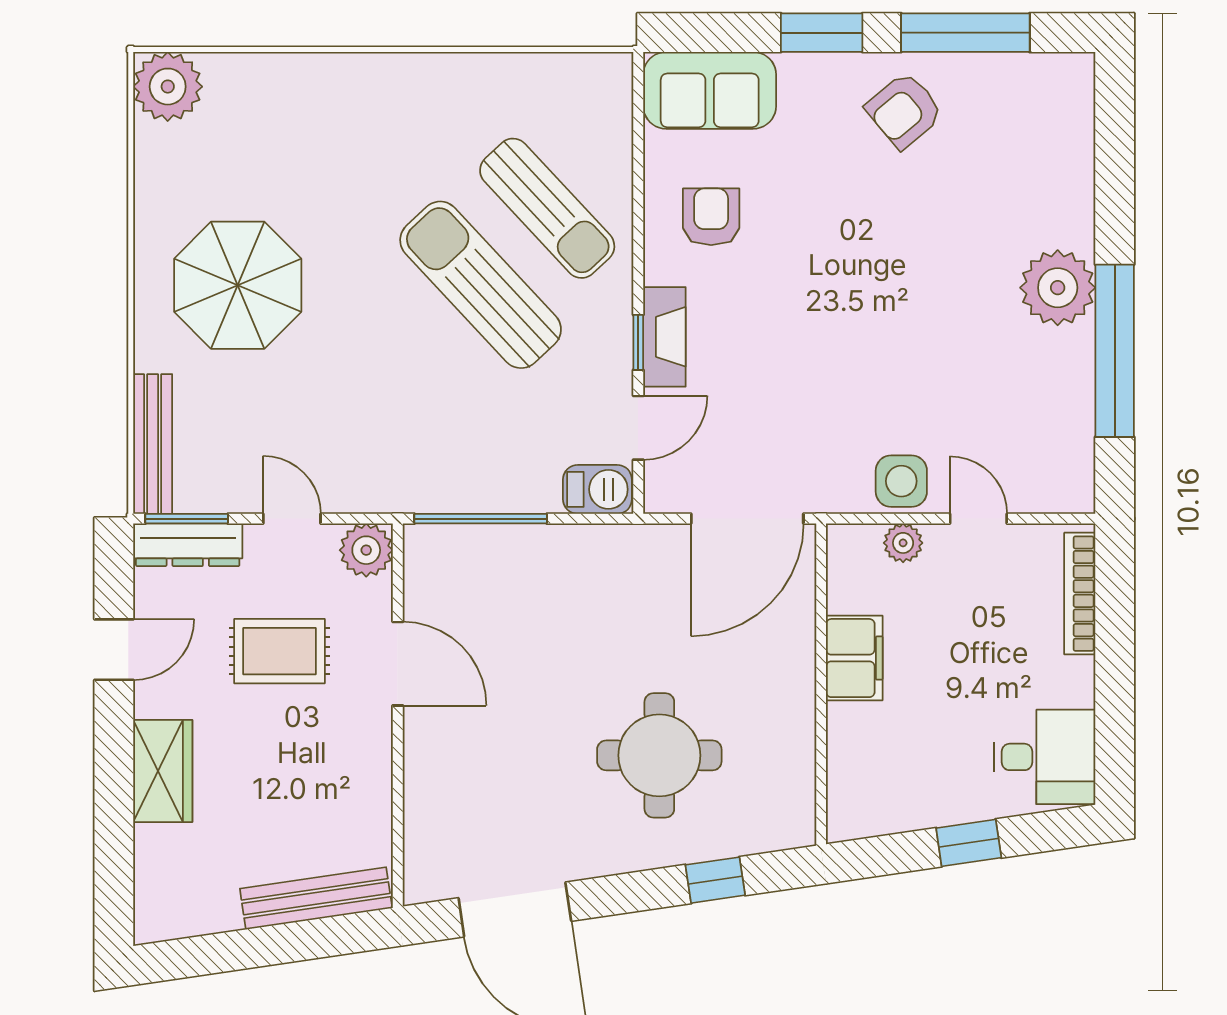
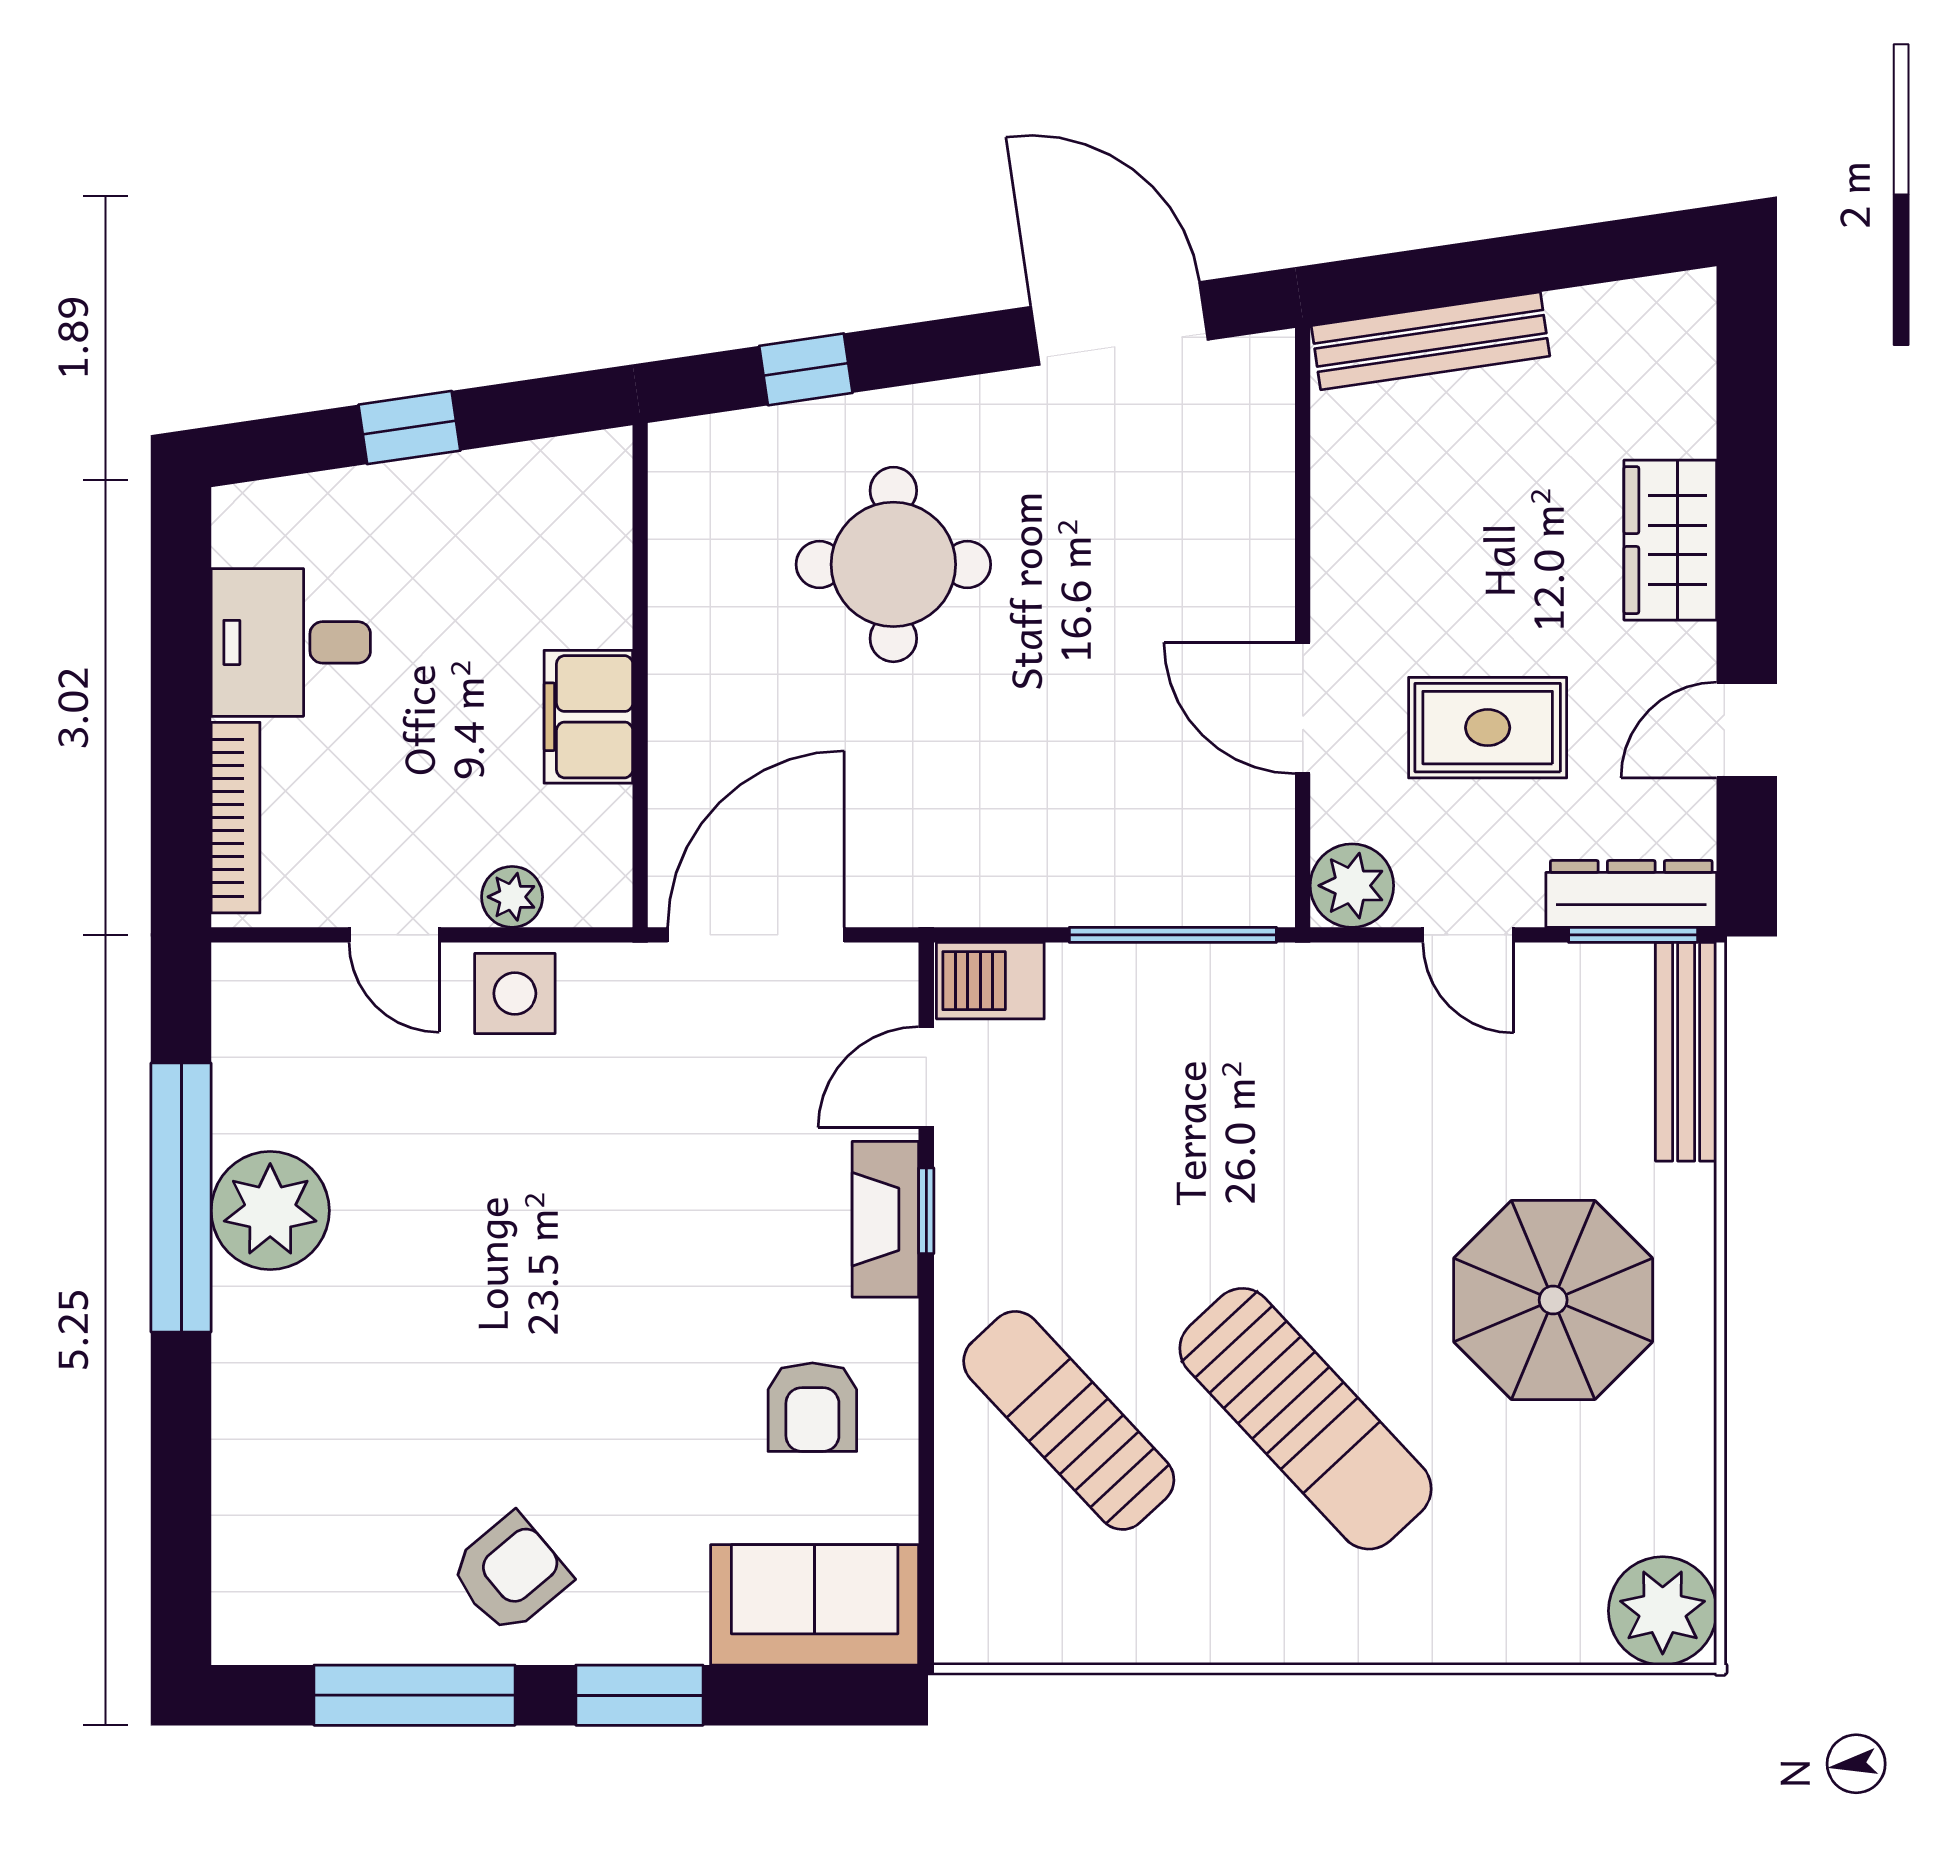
sun lounger: (481, 285) -> (1306, 1419), moved
plant: (1058, 288) -> (270, 1211), moved
desk: (1044, 757) -> (291, 642), moved

